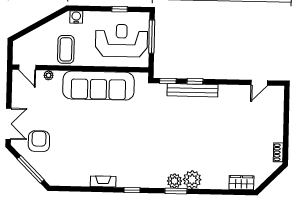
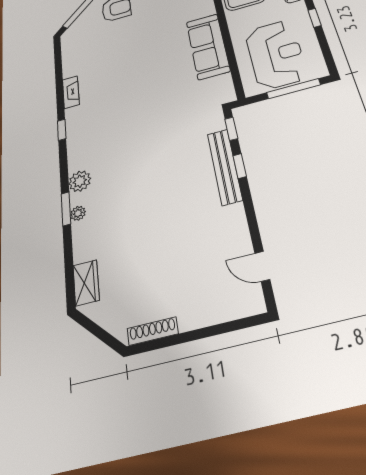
window: (120, 9) -> (315, 18), moved
sofa: (98, 86) -> (208, 46), width x0.74, depth x0.79
shoe rack: (278, 152) -> (153, 331), width x1.43
plant: (192, 180) -> (78, 213), width x0.53, depth x0.53
window: (176, 191) -> (66, 209), moved

